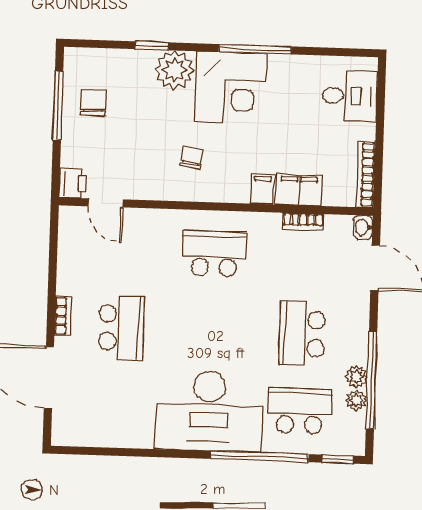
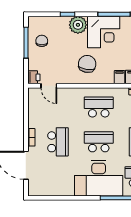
chair: (192, 157) -> (87, 64), width x1.87, depth x1.87
school desk: (212, 331) -> (99, 142), added

